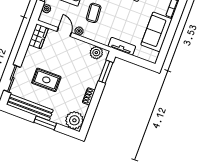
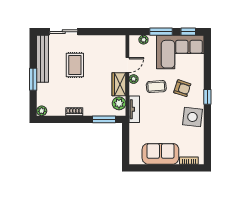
wardrobe: (39, 36) -> (119, 84), moved, turned 90
tv unit: (122, 46) -> (134, 109), moved
plant: (74, 120) -> (42, 111), width x0.53, depth x0.53

